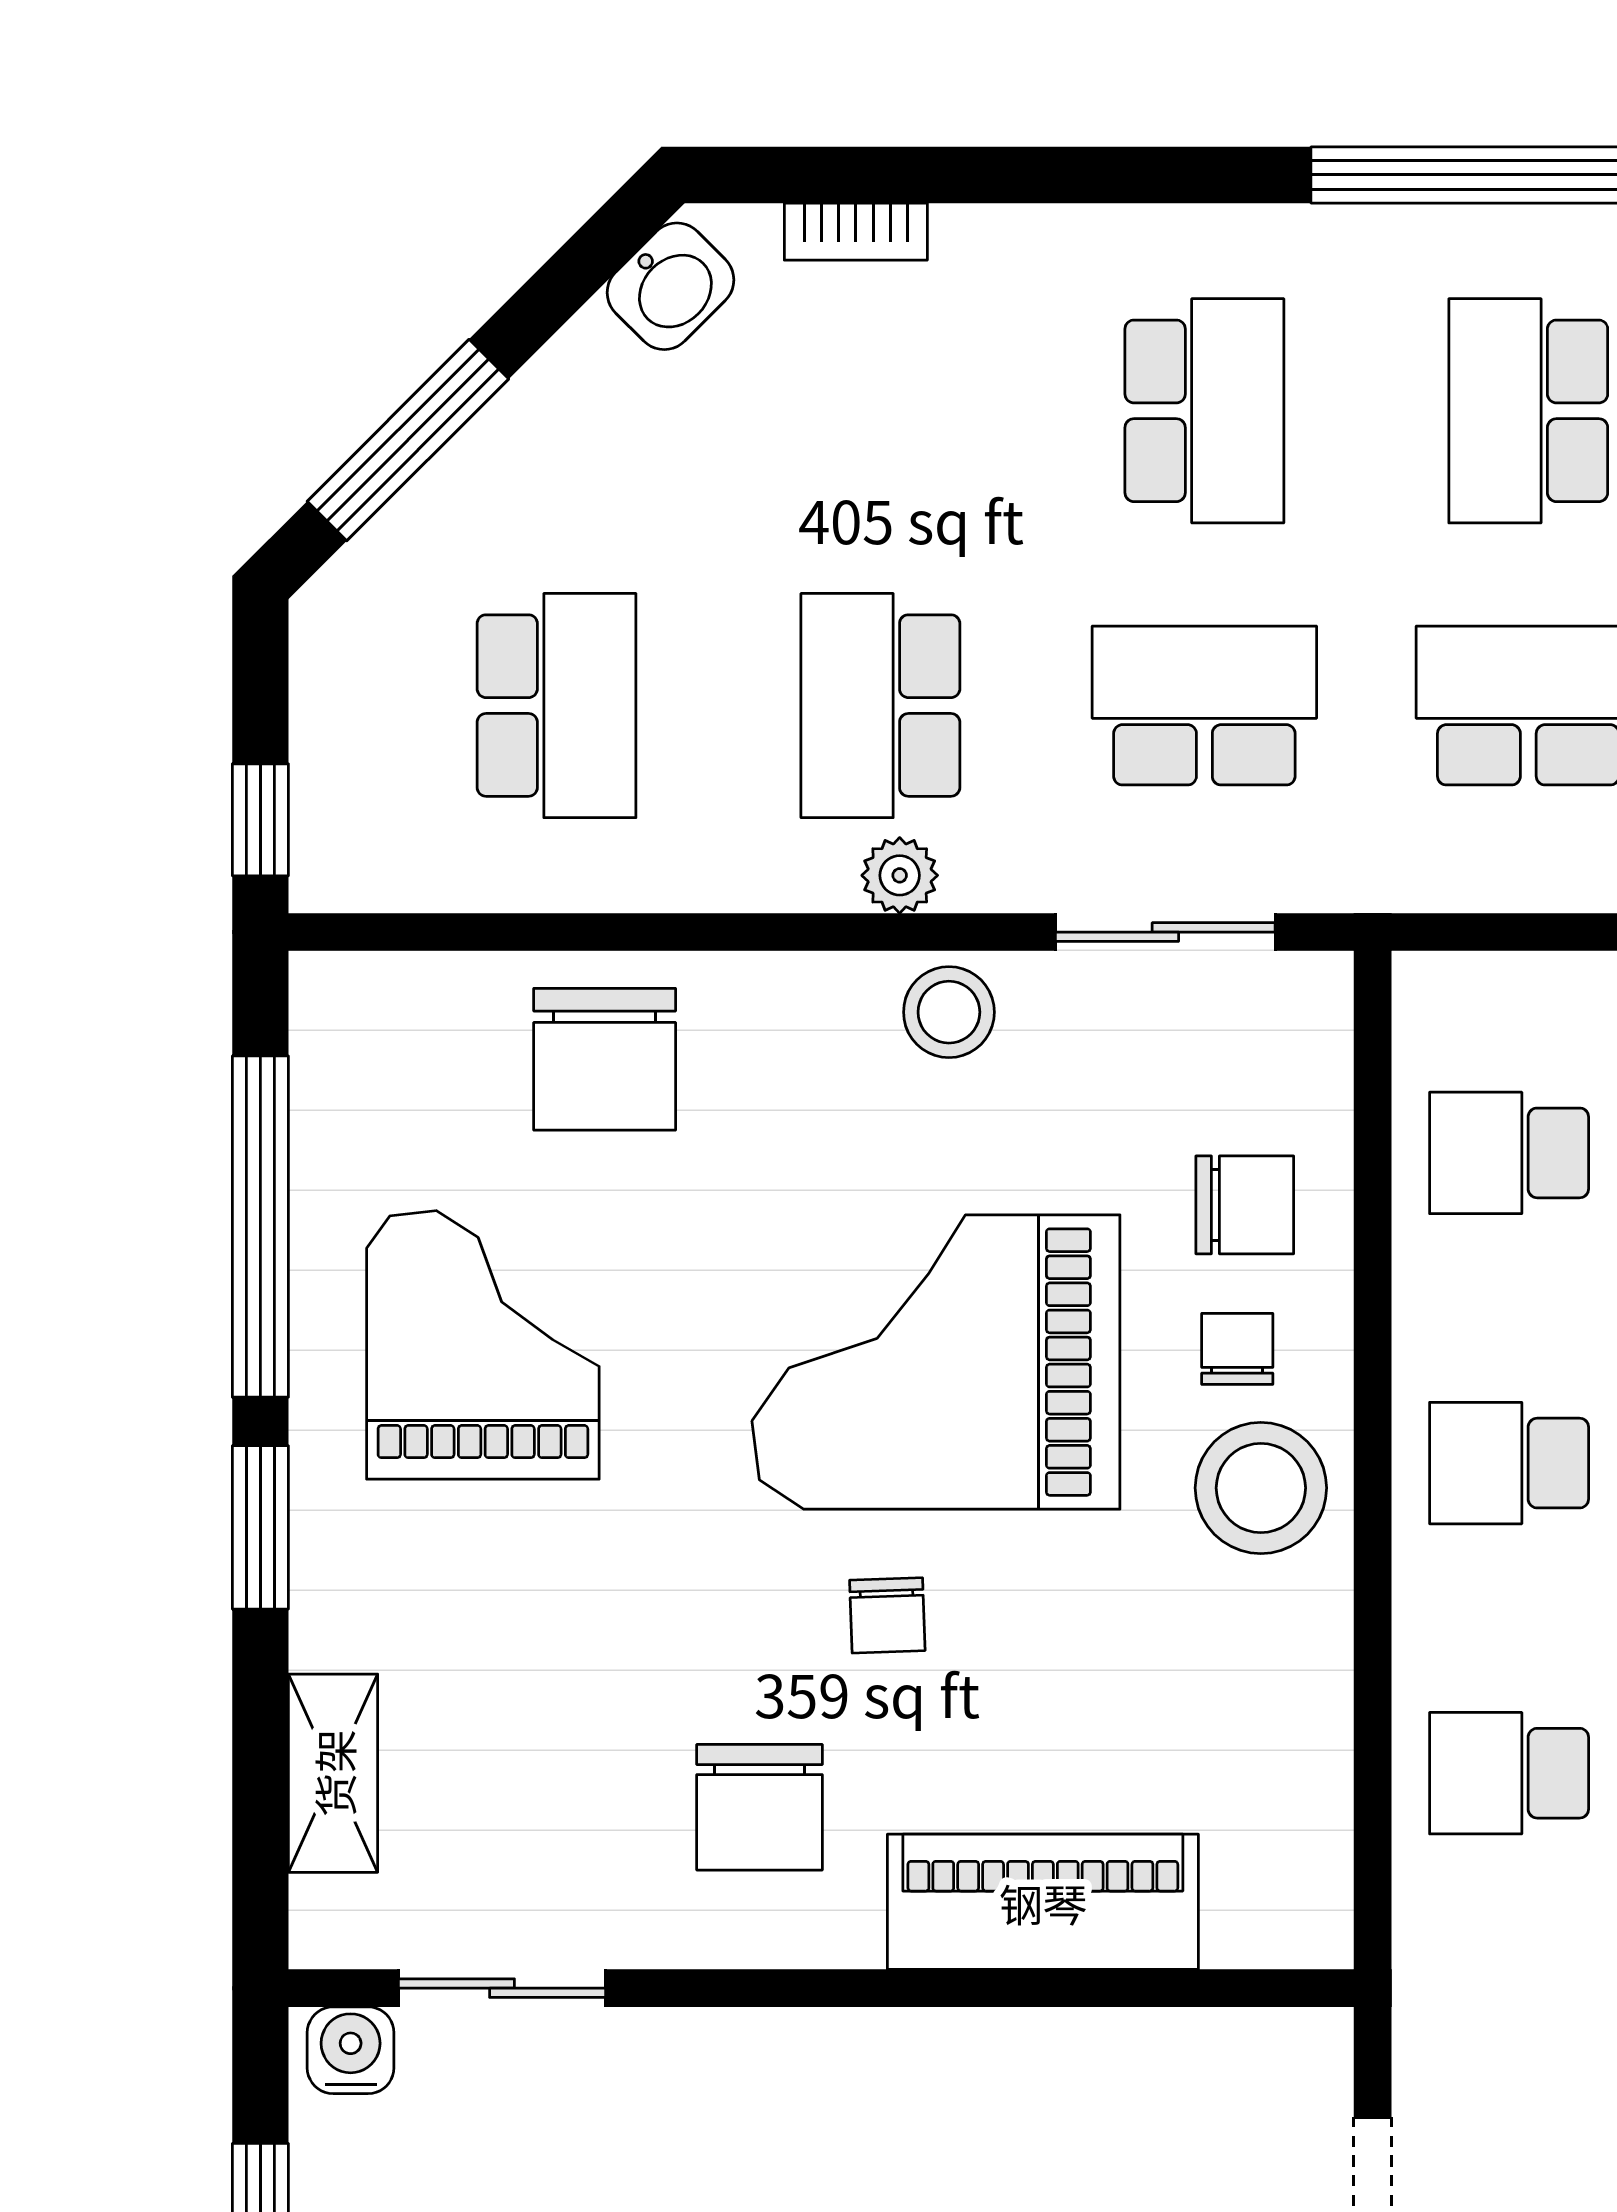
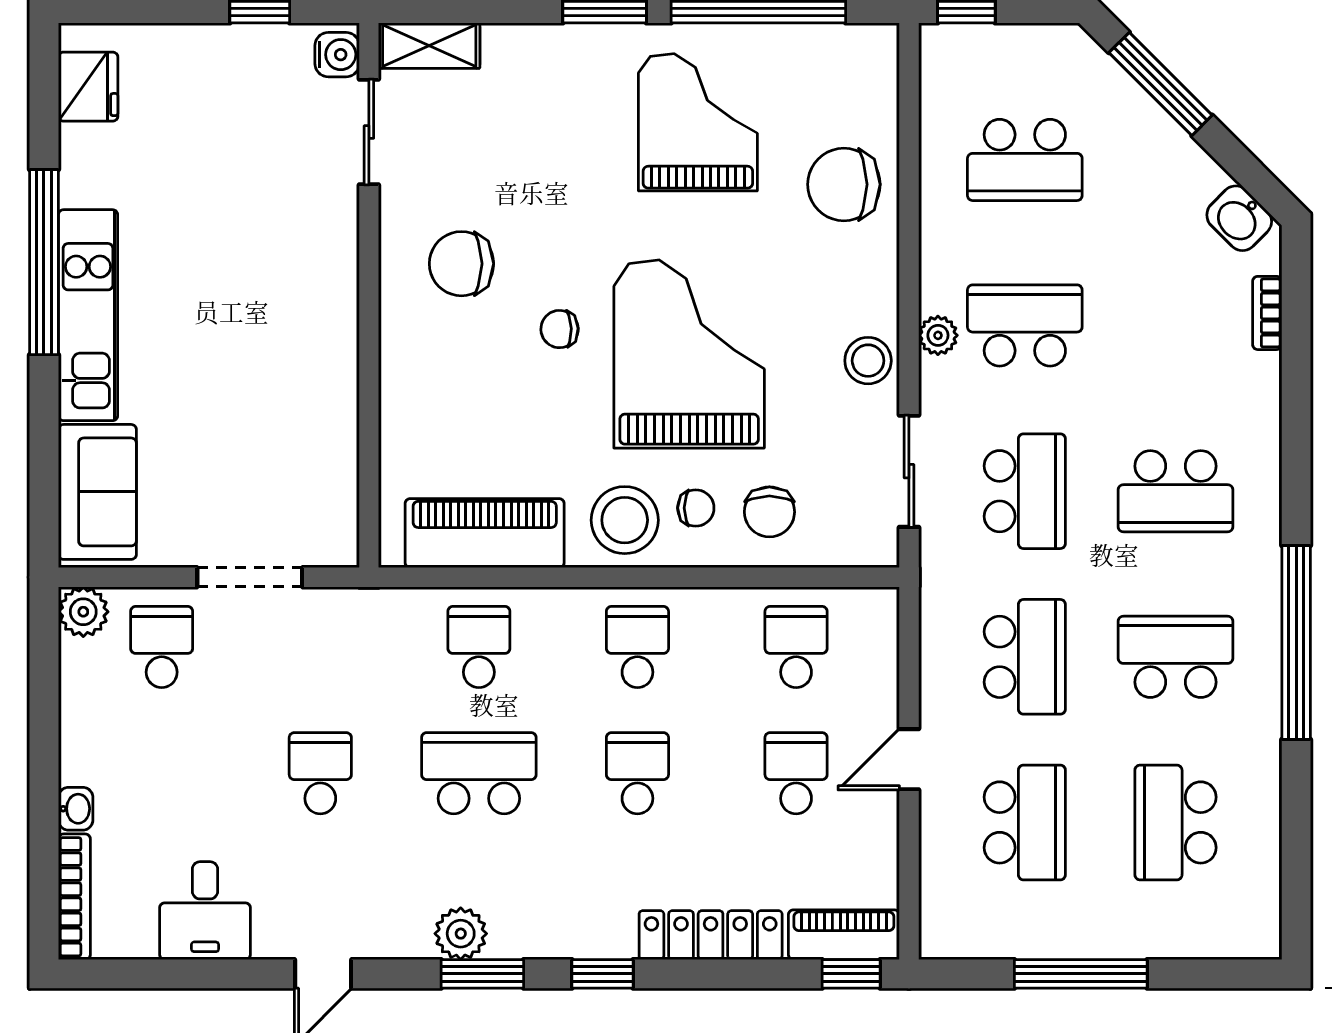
grand piano: (483, 1345) -> (698, 122), turned -90
shelving: (333, 1773) -> (429, 46), moved
piano: (1043, 1902) -> (485, 533), moved, turned -90

